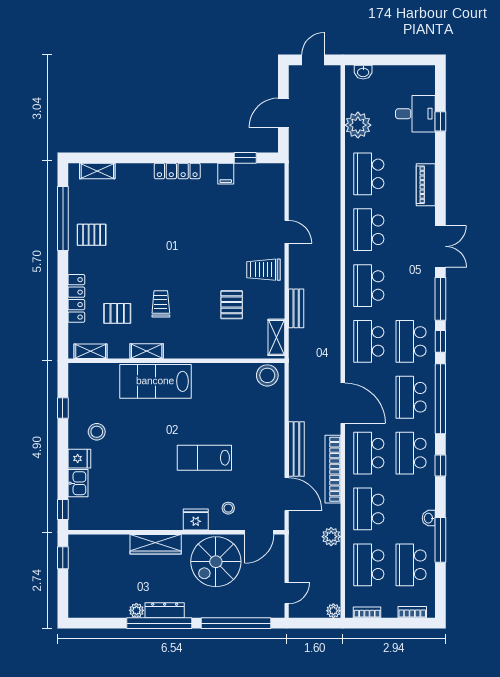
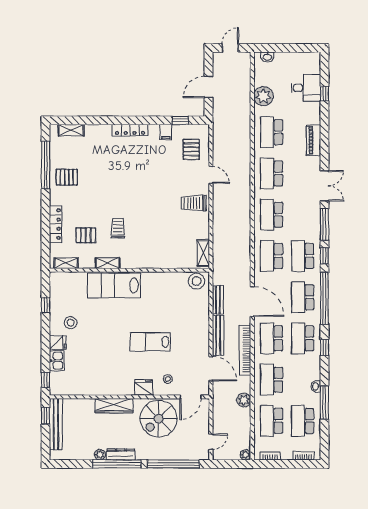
pallet: (232, 305) -> (191, 149), moved
bench: (296, 308) -> (218, 300), moved
bench: (77, 569) -> (56, 424), added

